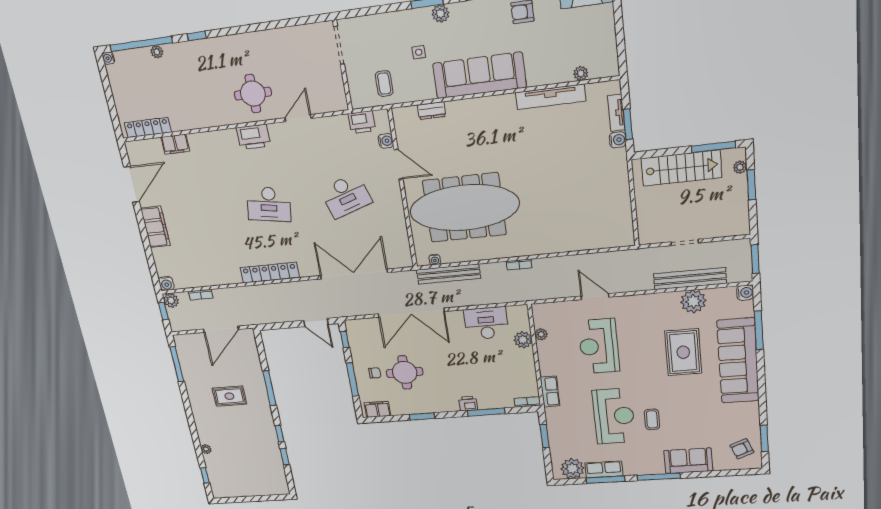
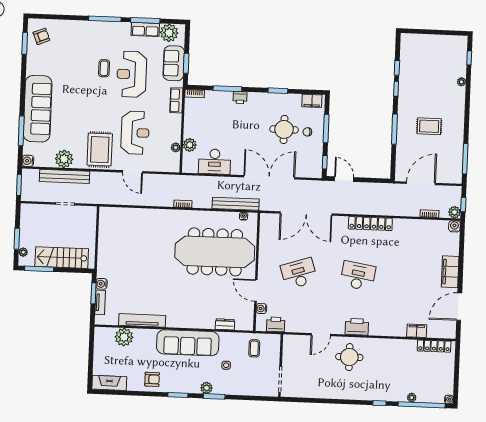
plant: (581, 73) -> (124, 337), width x1.88, depth x1.88
rug: (683, 352) -> (100, 150), moved
sofa: (688, 461) -> (174, 63), moved, turned 90

